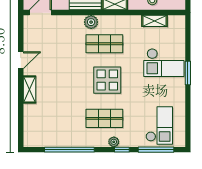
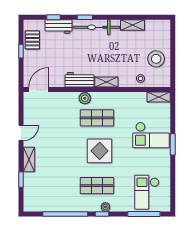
shelving: (154, 21) -> (159, 97), moved
window: (21, 112) -> (21, 180), added
checkout: (159, 126) -> (147, 192), turned 180
window: (122, 150) -> (102, 214), moved

